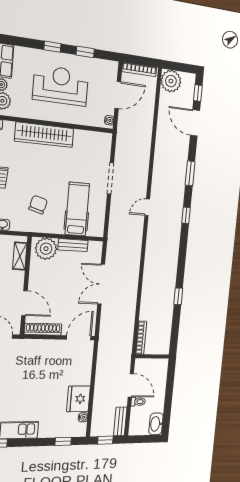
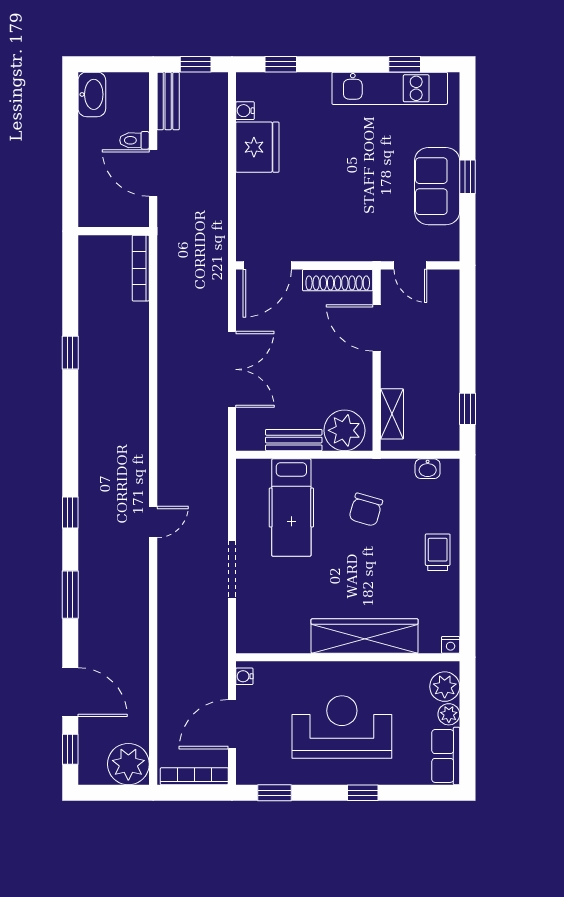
window: (85, 52) -> (275, 793), moved
reception desk: (61, 86) -> (342, 727), turned 180

